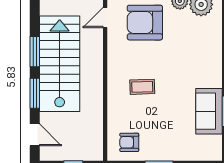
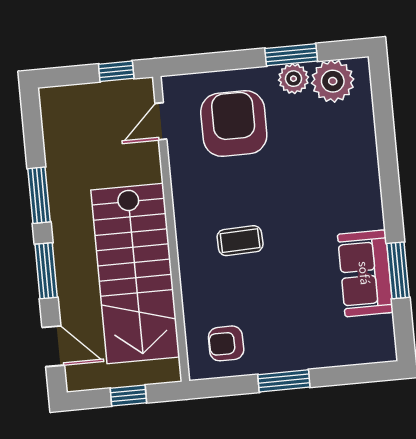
armchair: (145, 23) -> (234, 124), turned 90
stairs: (60, 64) -> (135, 274), moved, turned 180

